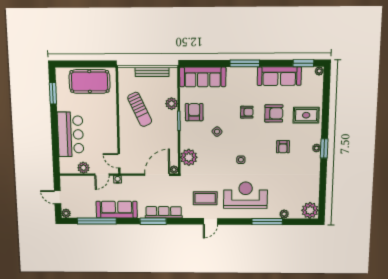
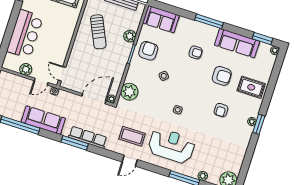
sofa: (203, 77) -> (161, 19), width x0.73
armchair: (247, 112) -> (196, 52), moved

